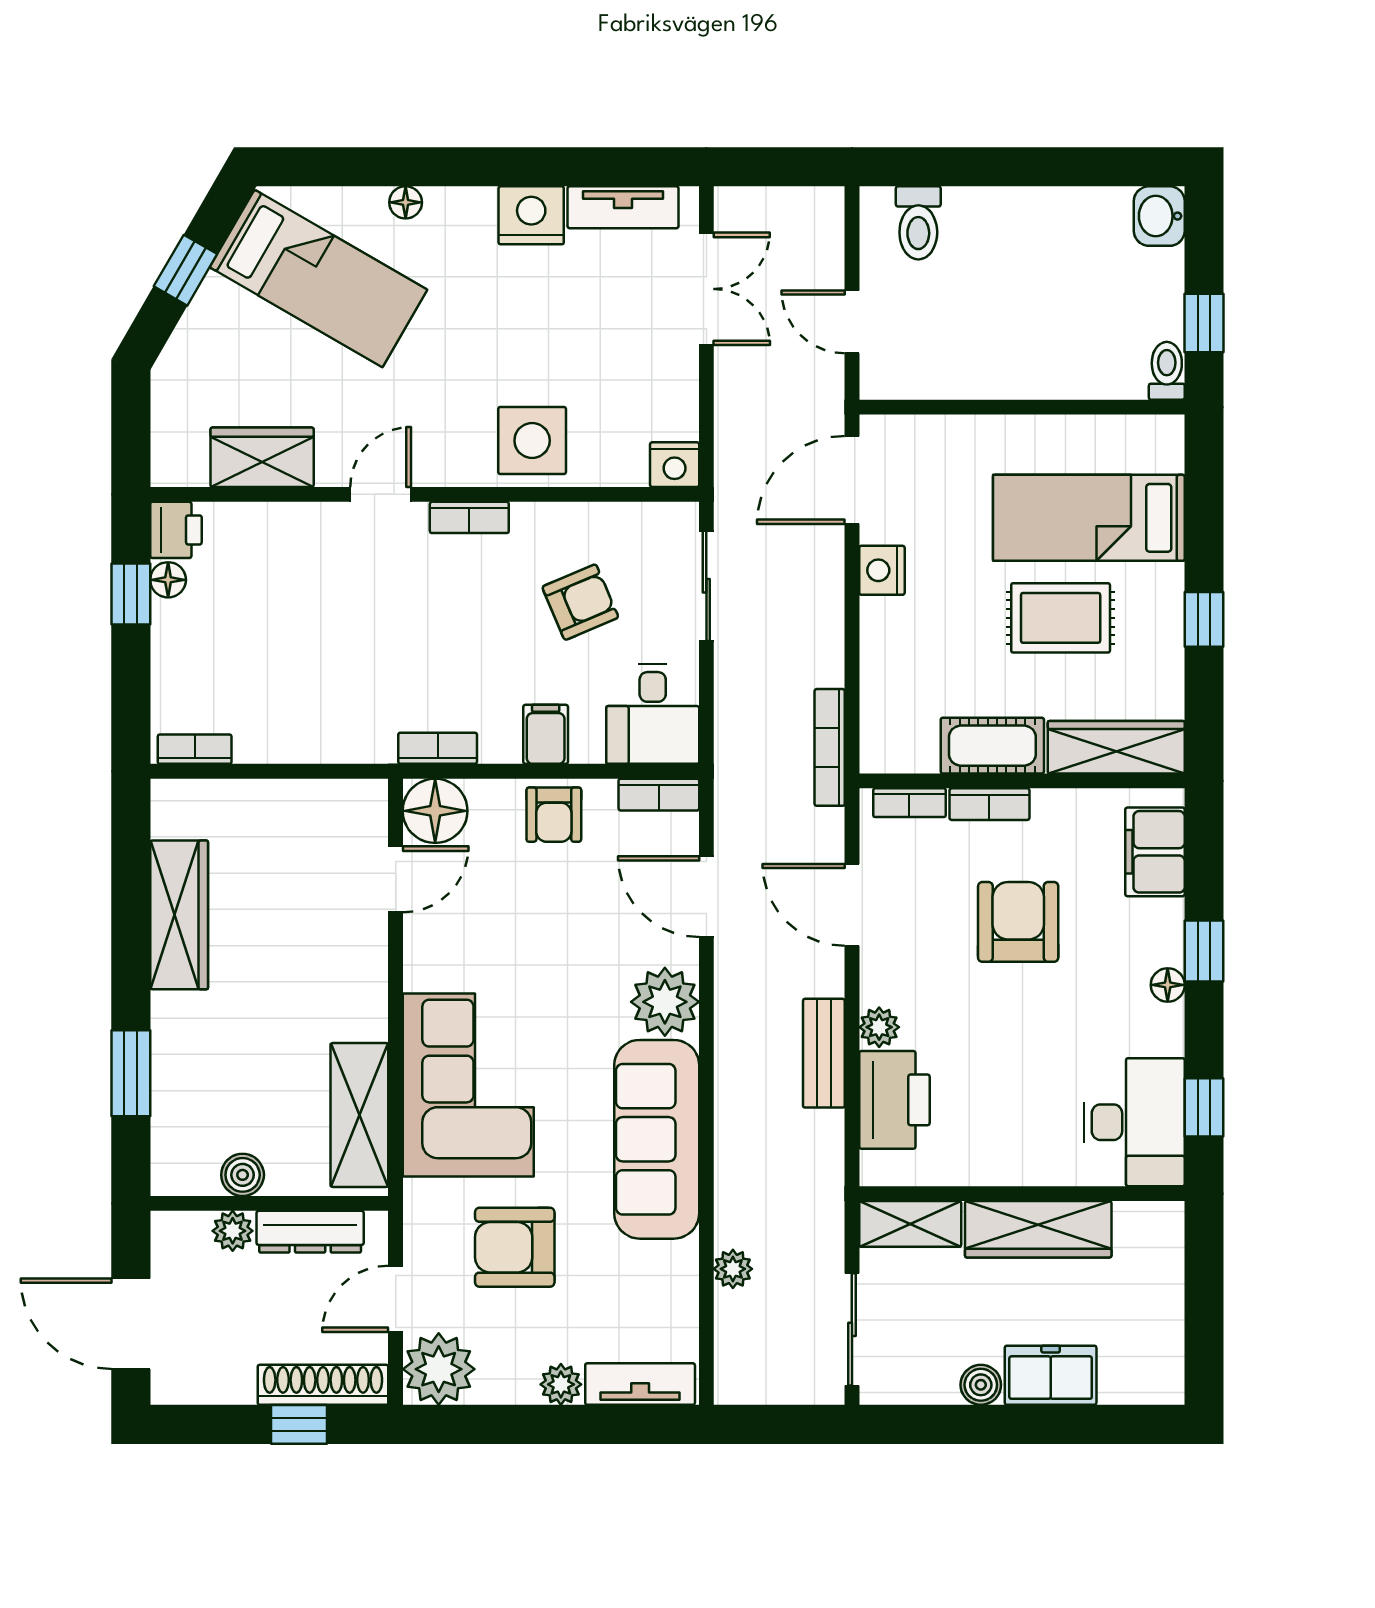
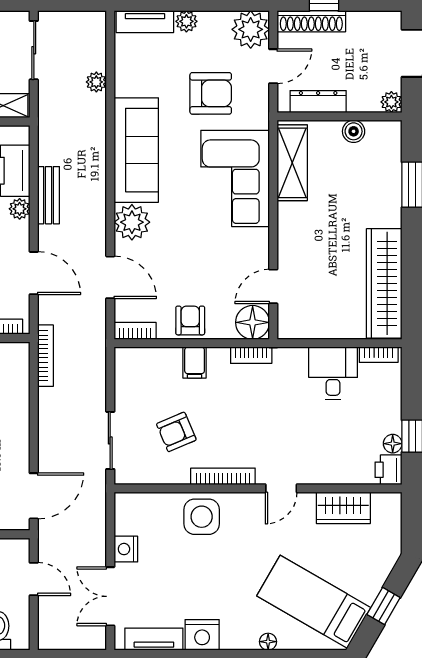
nightstand: (675, 465) -> (126, 549), moved, turned -90
bookcase: (469, 517) -> (223, 476), width x1.56
nightstand: (882, 570) -> (18, 449), removed
desk: (653, 714) -> (333, 373), moved
wardrobe: (179, 915) -> (384, 283), width x1.40, depth x1.17
plant: (233, 1231) -> (391, 102), moved

